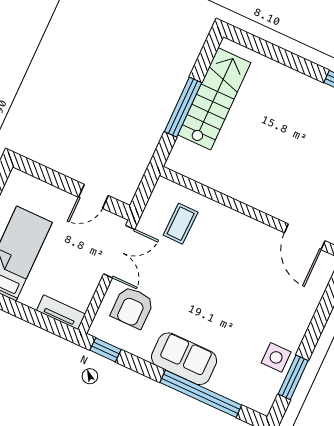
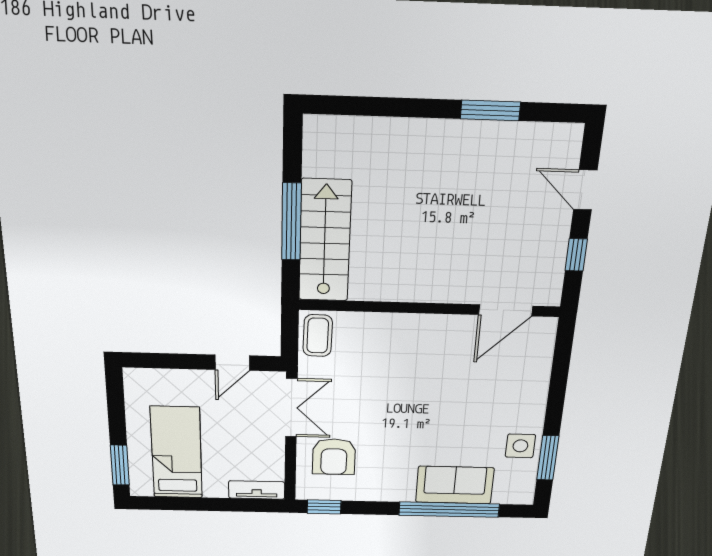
stairs: (214, 99) -> (325, 241), moved
coffee table: (181, 224) -> (318, 336), moved
door: (305, 237) -> (506, 310), hinge flipped
sofa: (184, 359) -> (455, 485), moved

